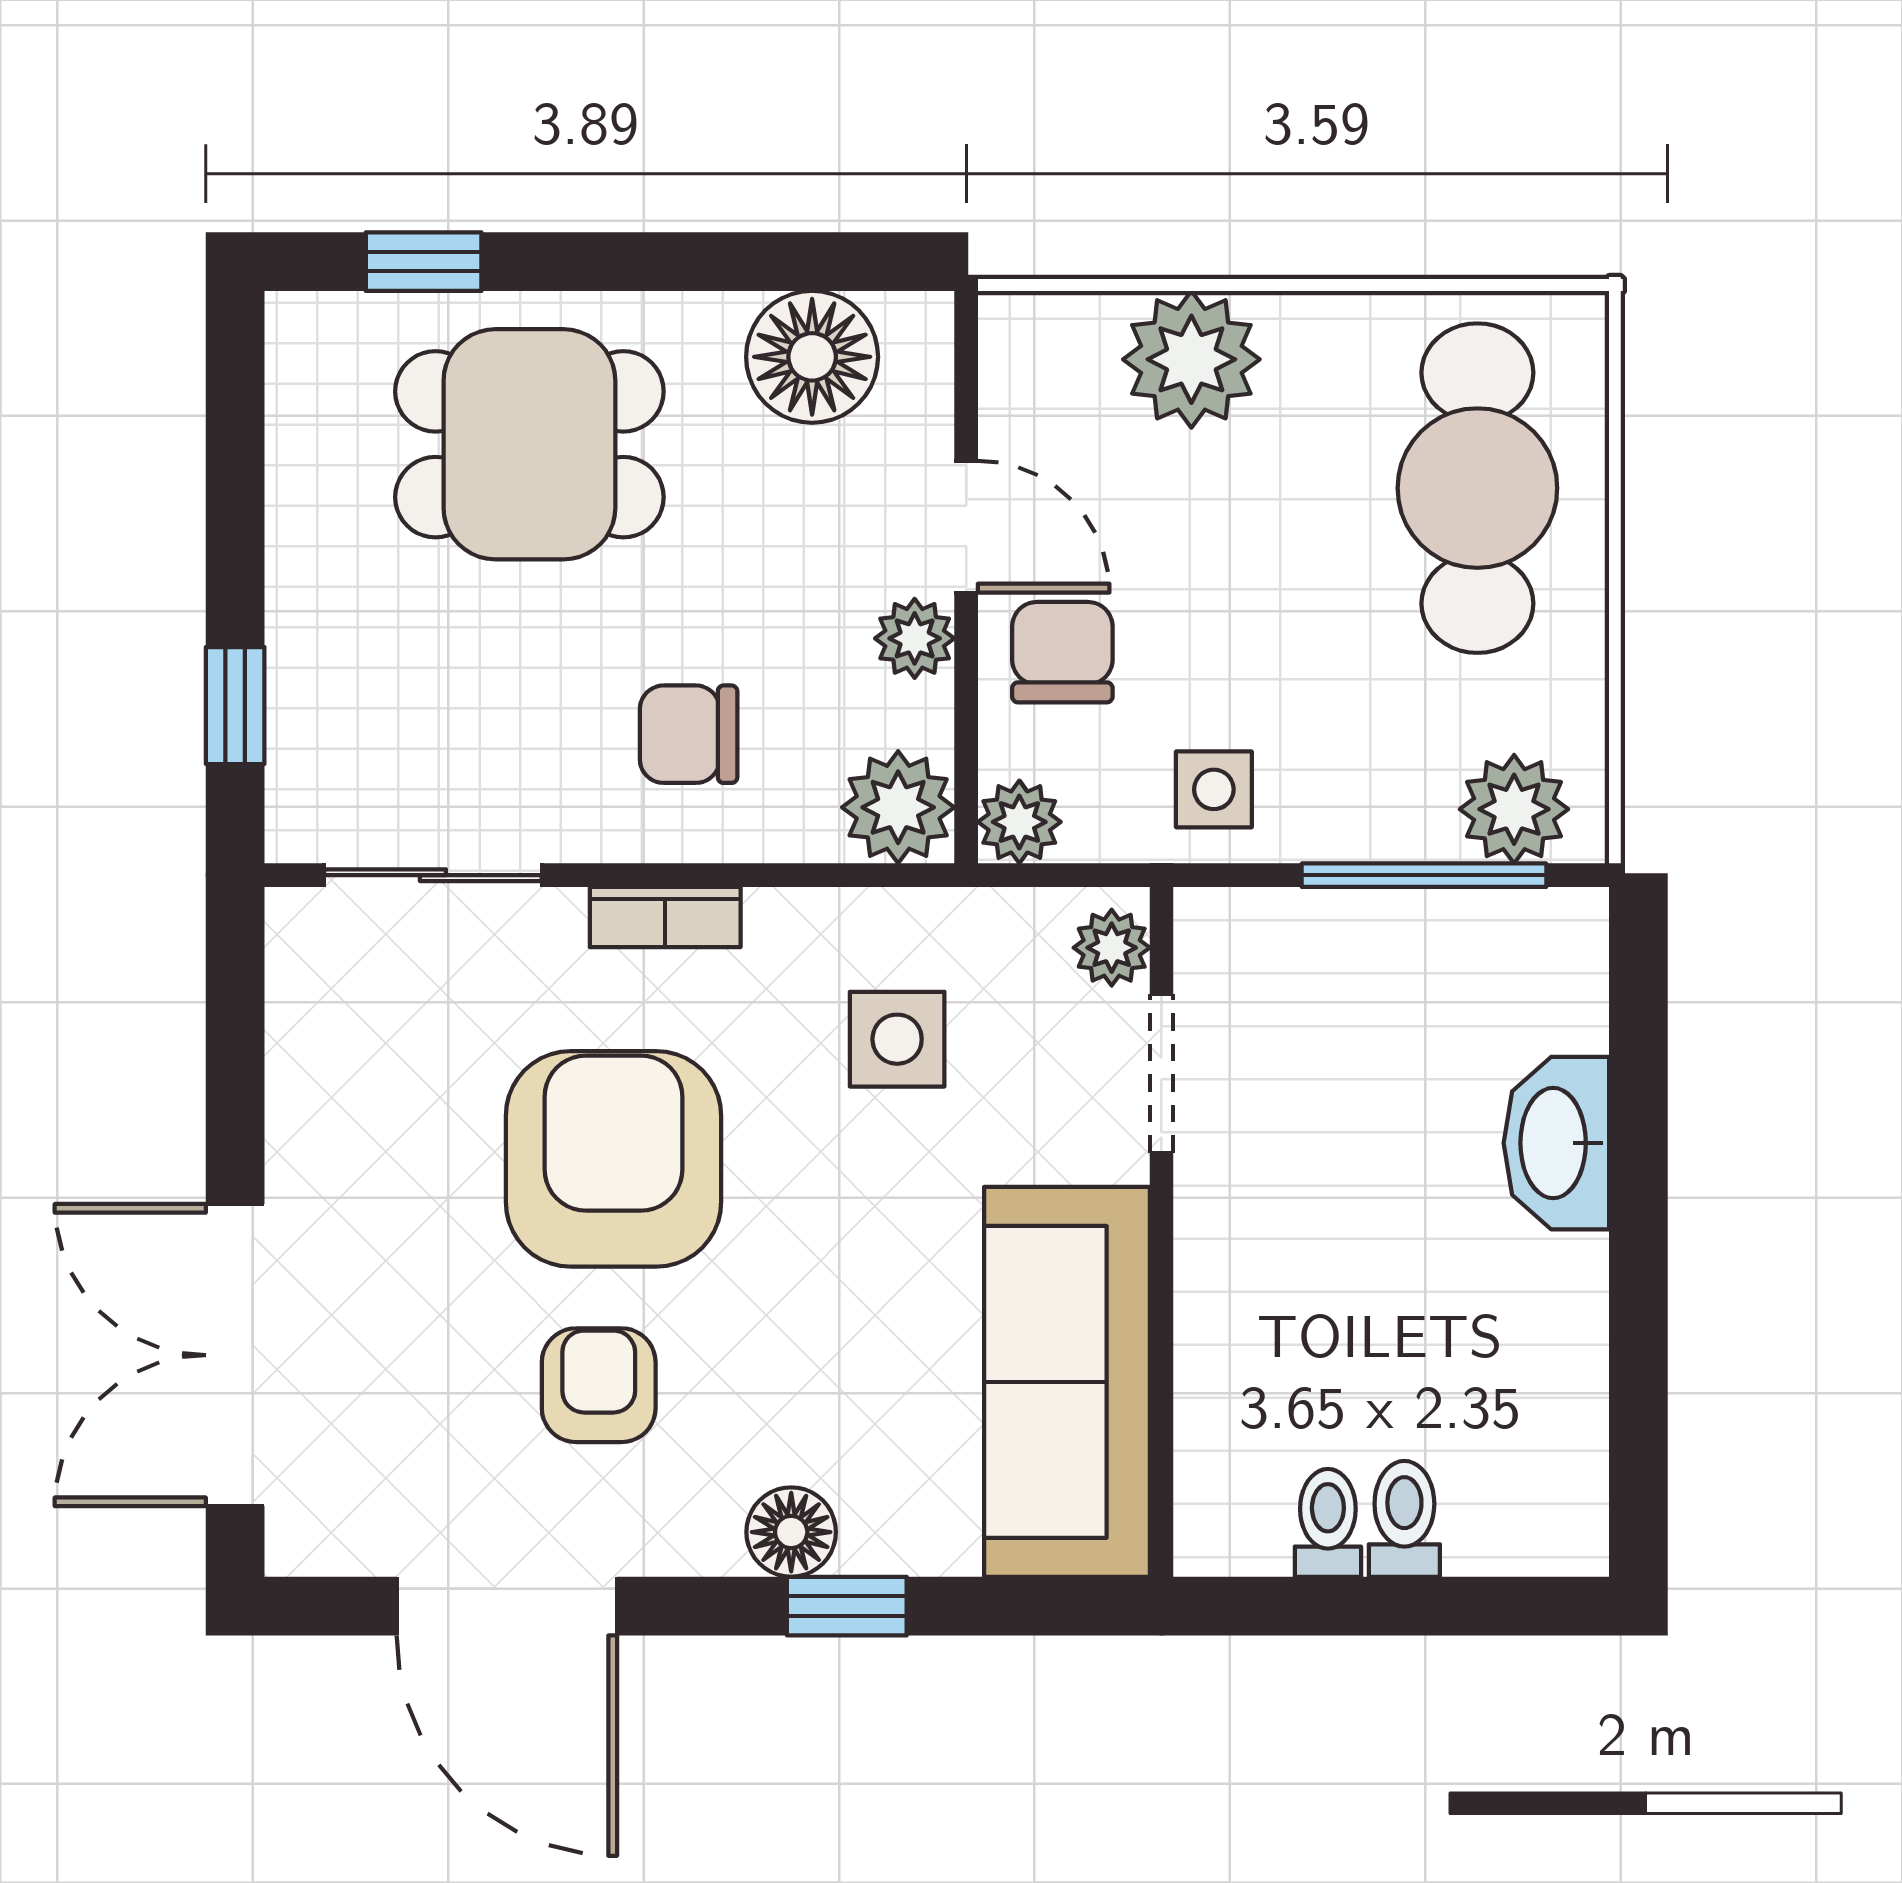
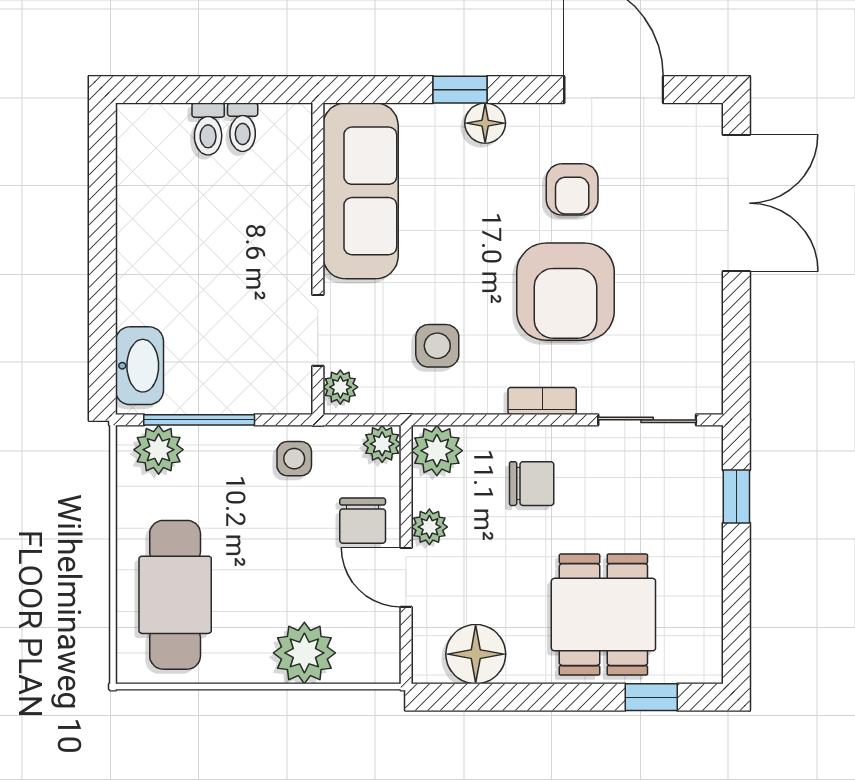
dining table: (529, 444) -> (603, 615), turned 90
washbasin: (1556, 1143) -> (139, 366), moved

